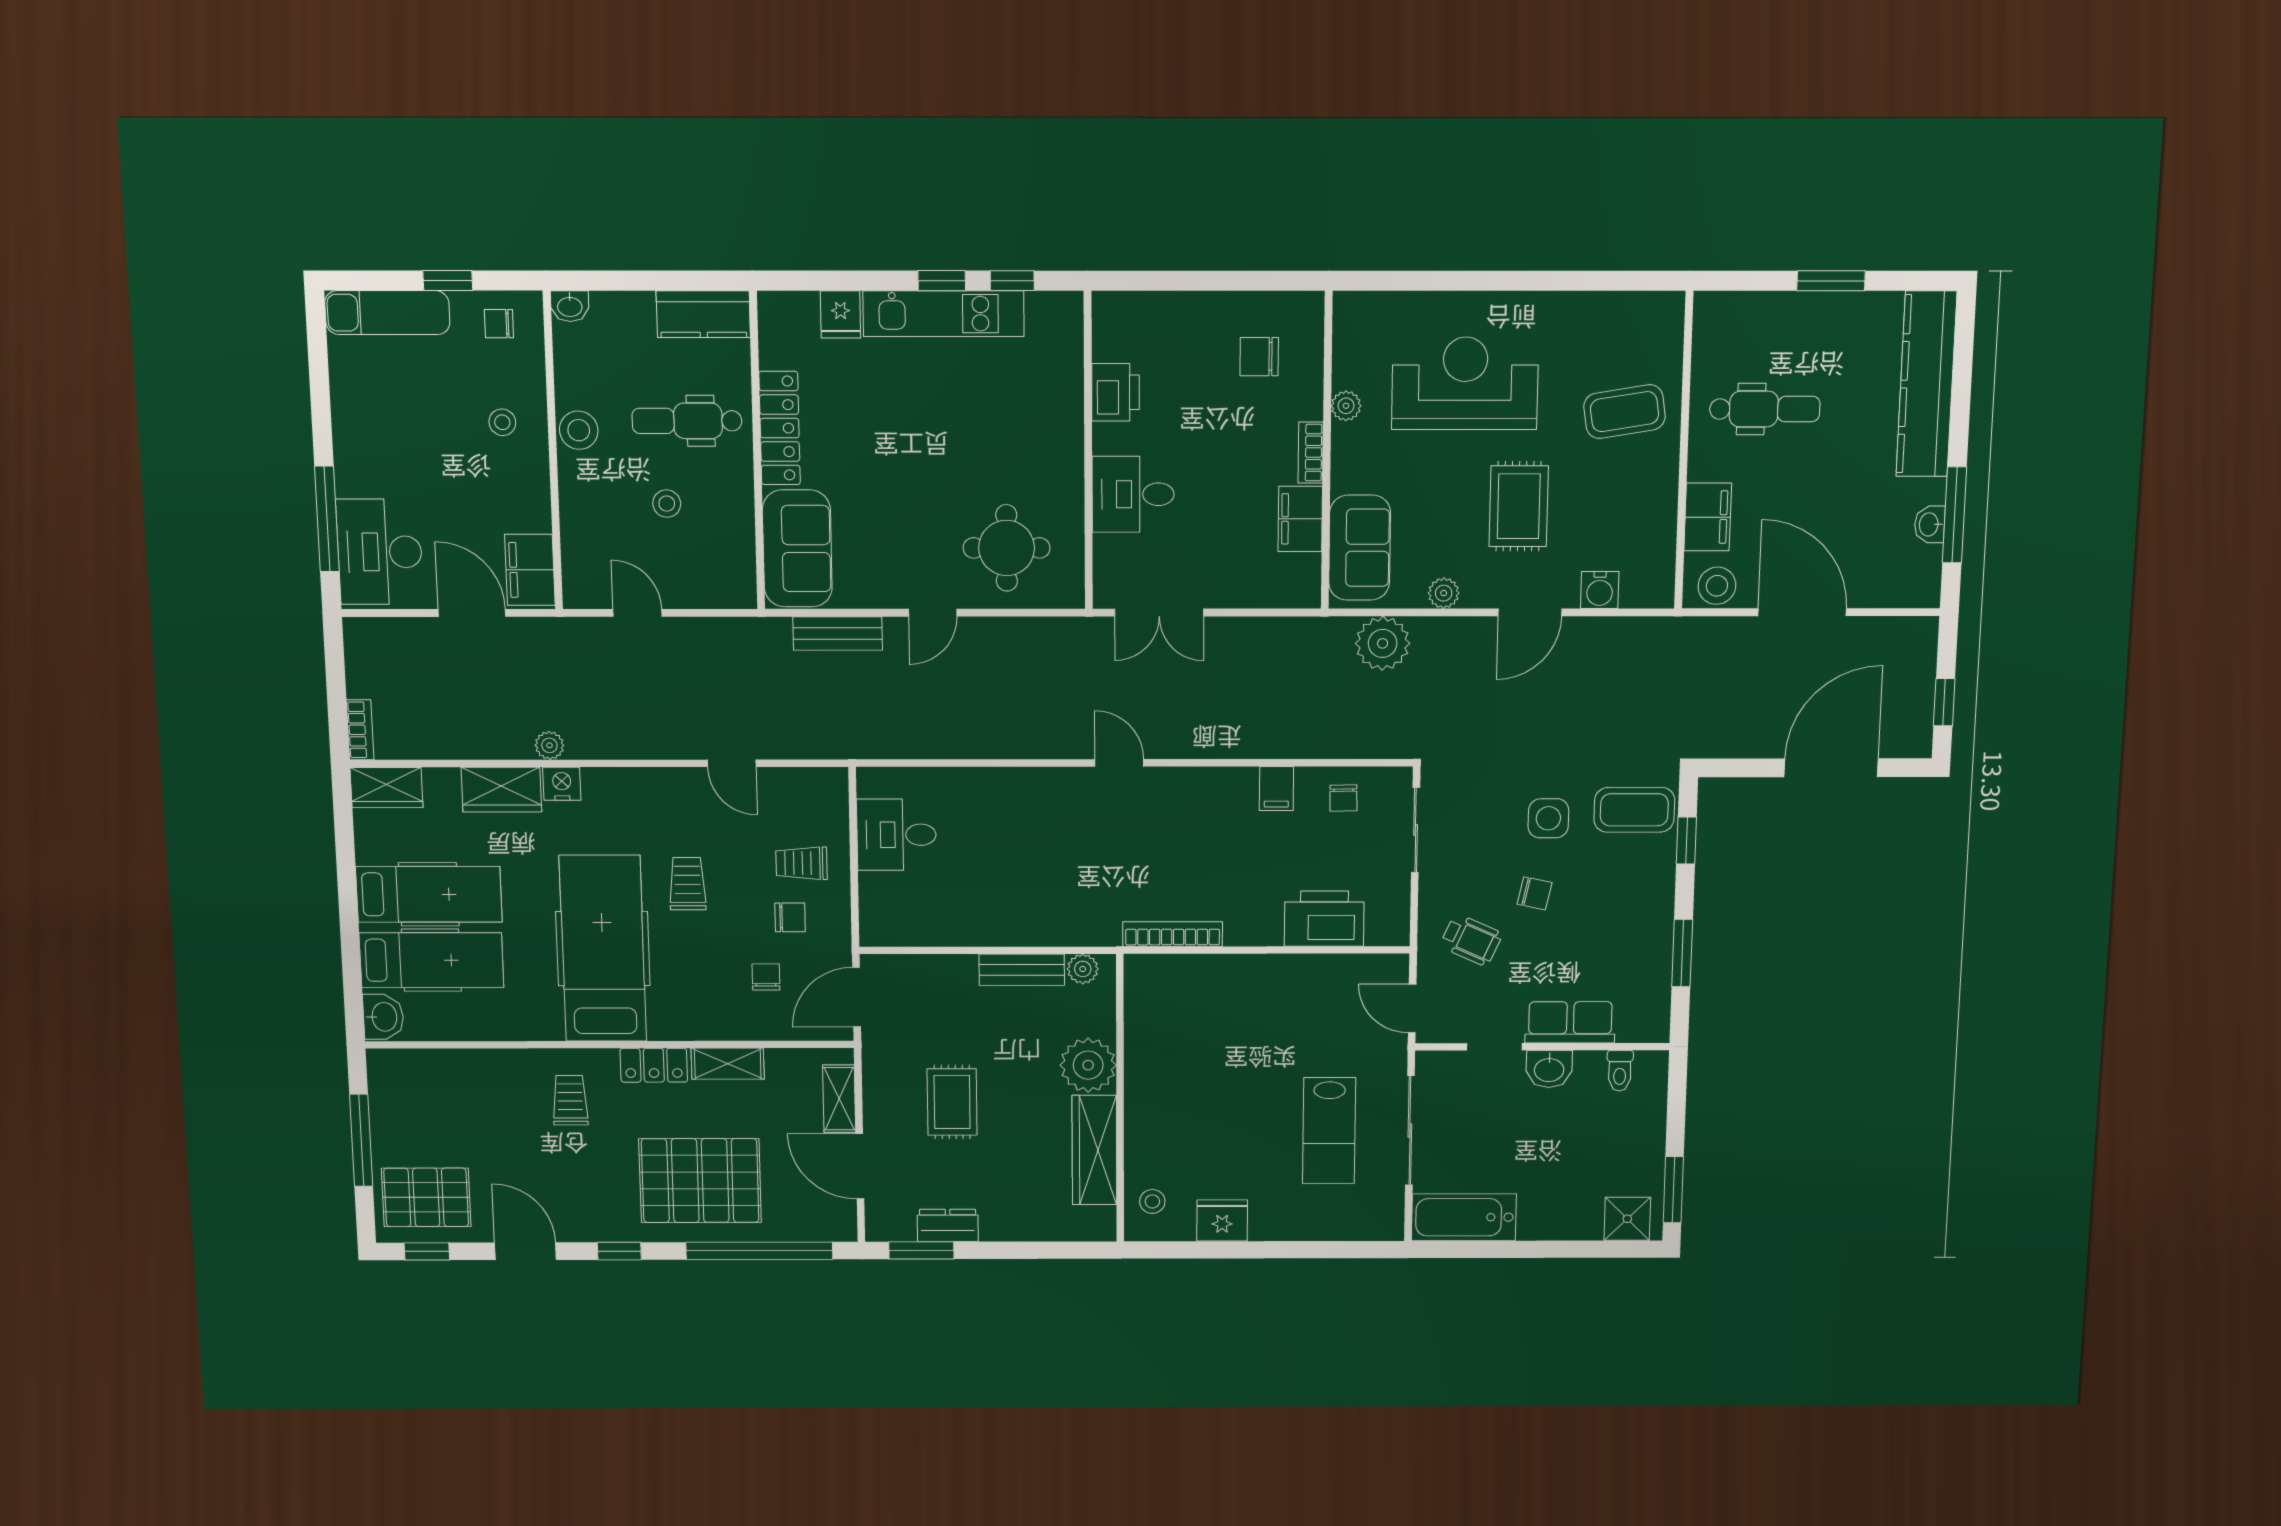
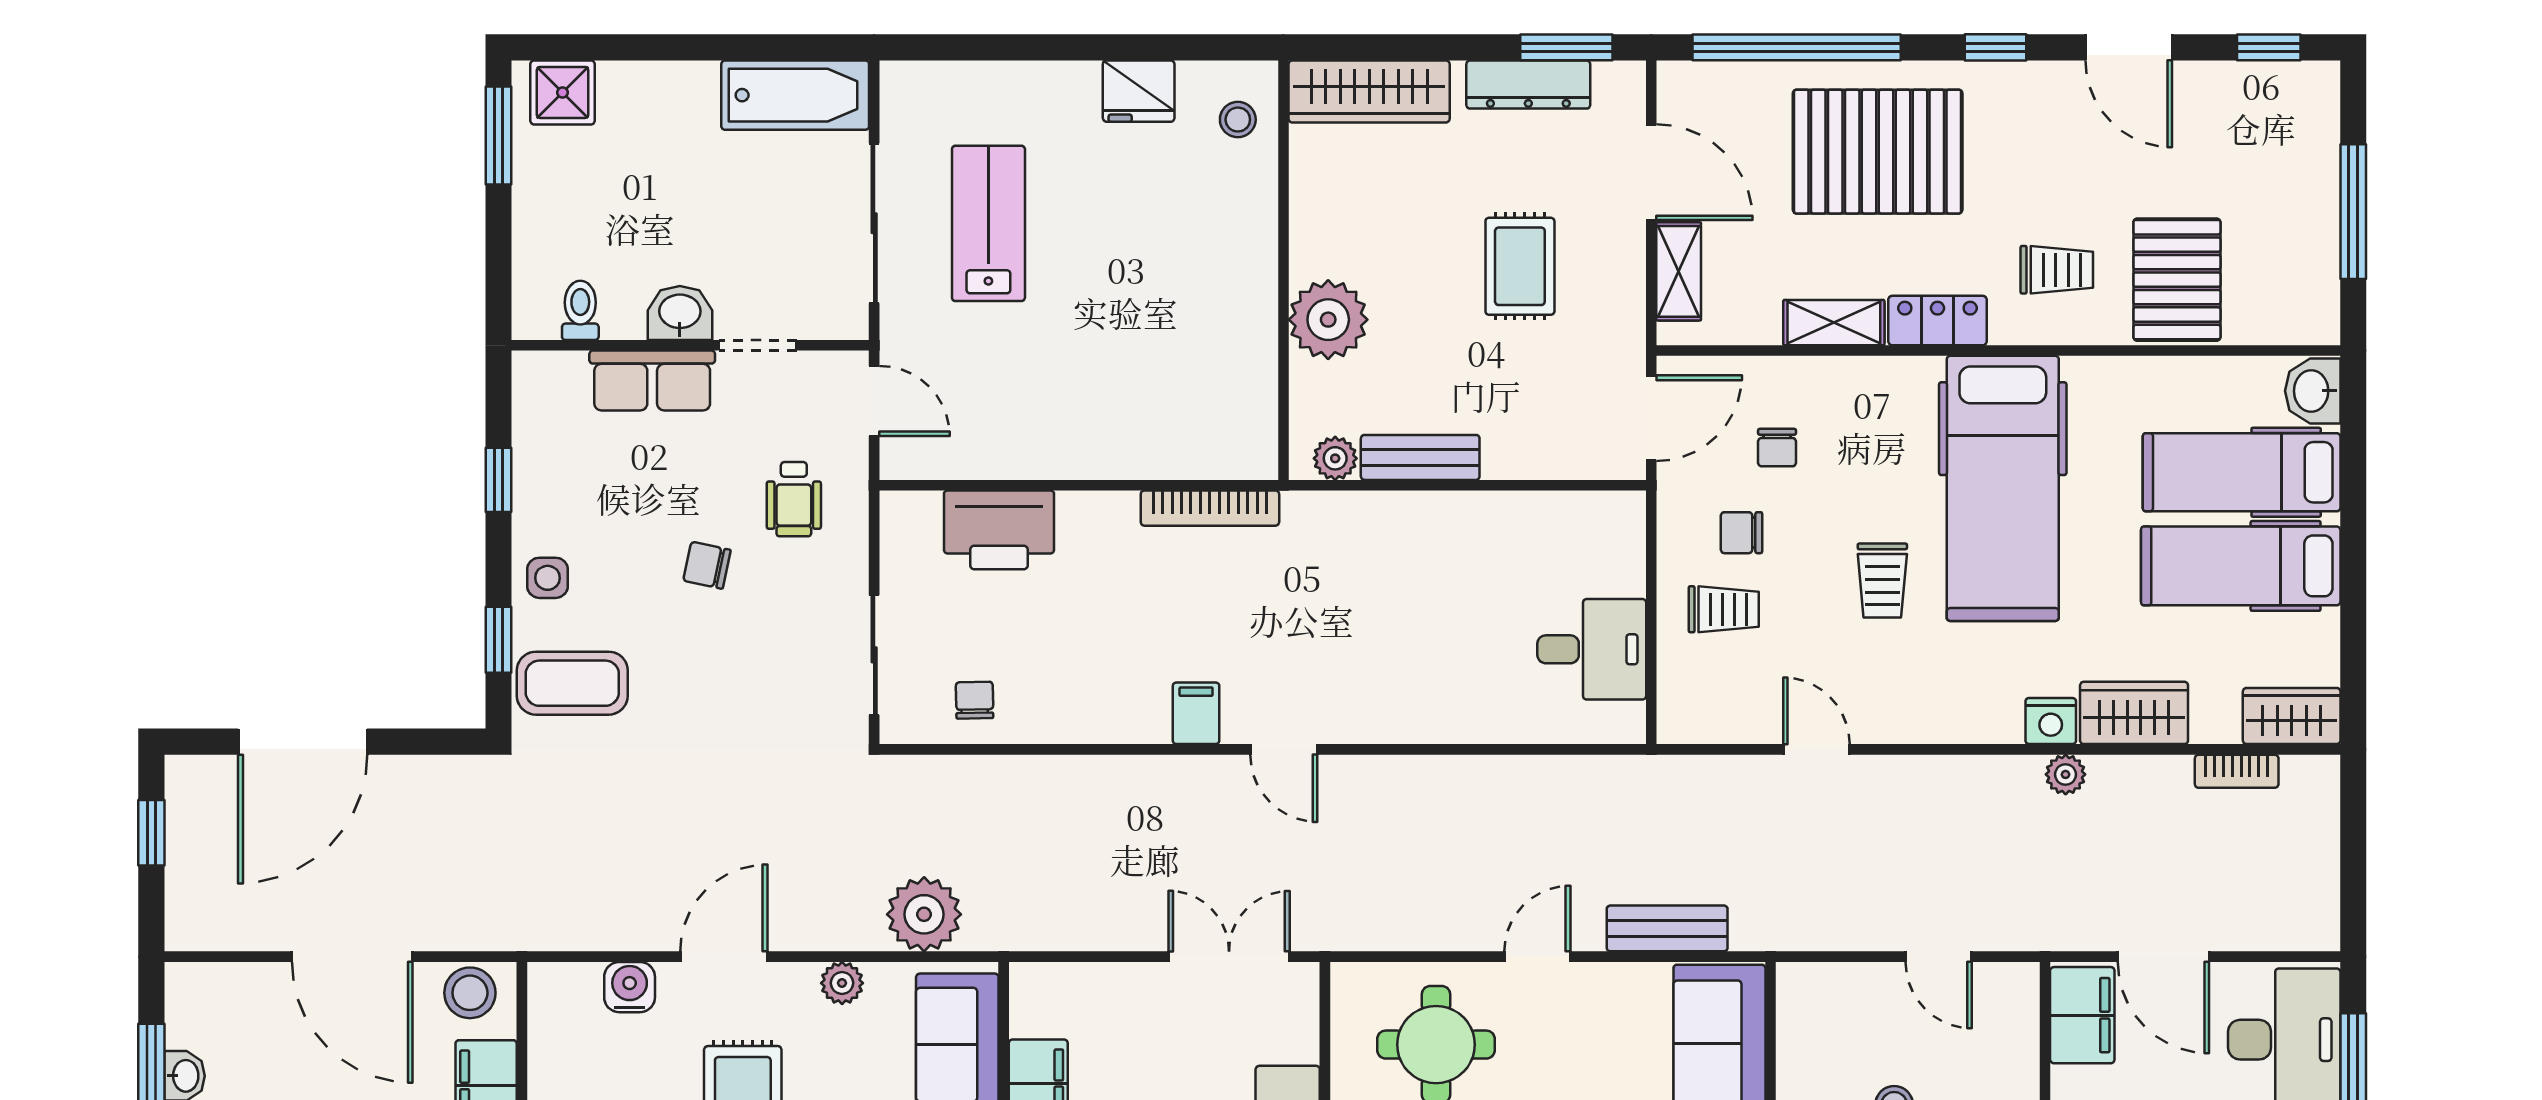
bookcase: (360, 730) -> (2237, 771), moved, turned -90
filing cabinet: (1276, 789) -> (1196, 713), moved
side table: (1548, 818) -> (548, 578), moved, width x0.73, depth x0.73
wheelchair: (1471, 940) -> (794, 499), turned -114
window: (1682, 953) -> (499, 480), width x0.67
trolley: (570, 1100) -> (2057, 270), turned -90
wardrobe: (1094, 1150) -> (1369, 91), moved, turned 90
pallet: (426, 1197) -> (2177, 280), moved, turned 90
dresser: (948, 1225) -> (1528, 85), width x1.44

